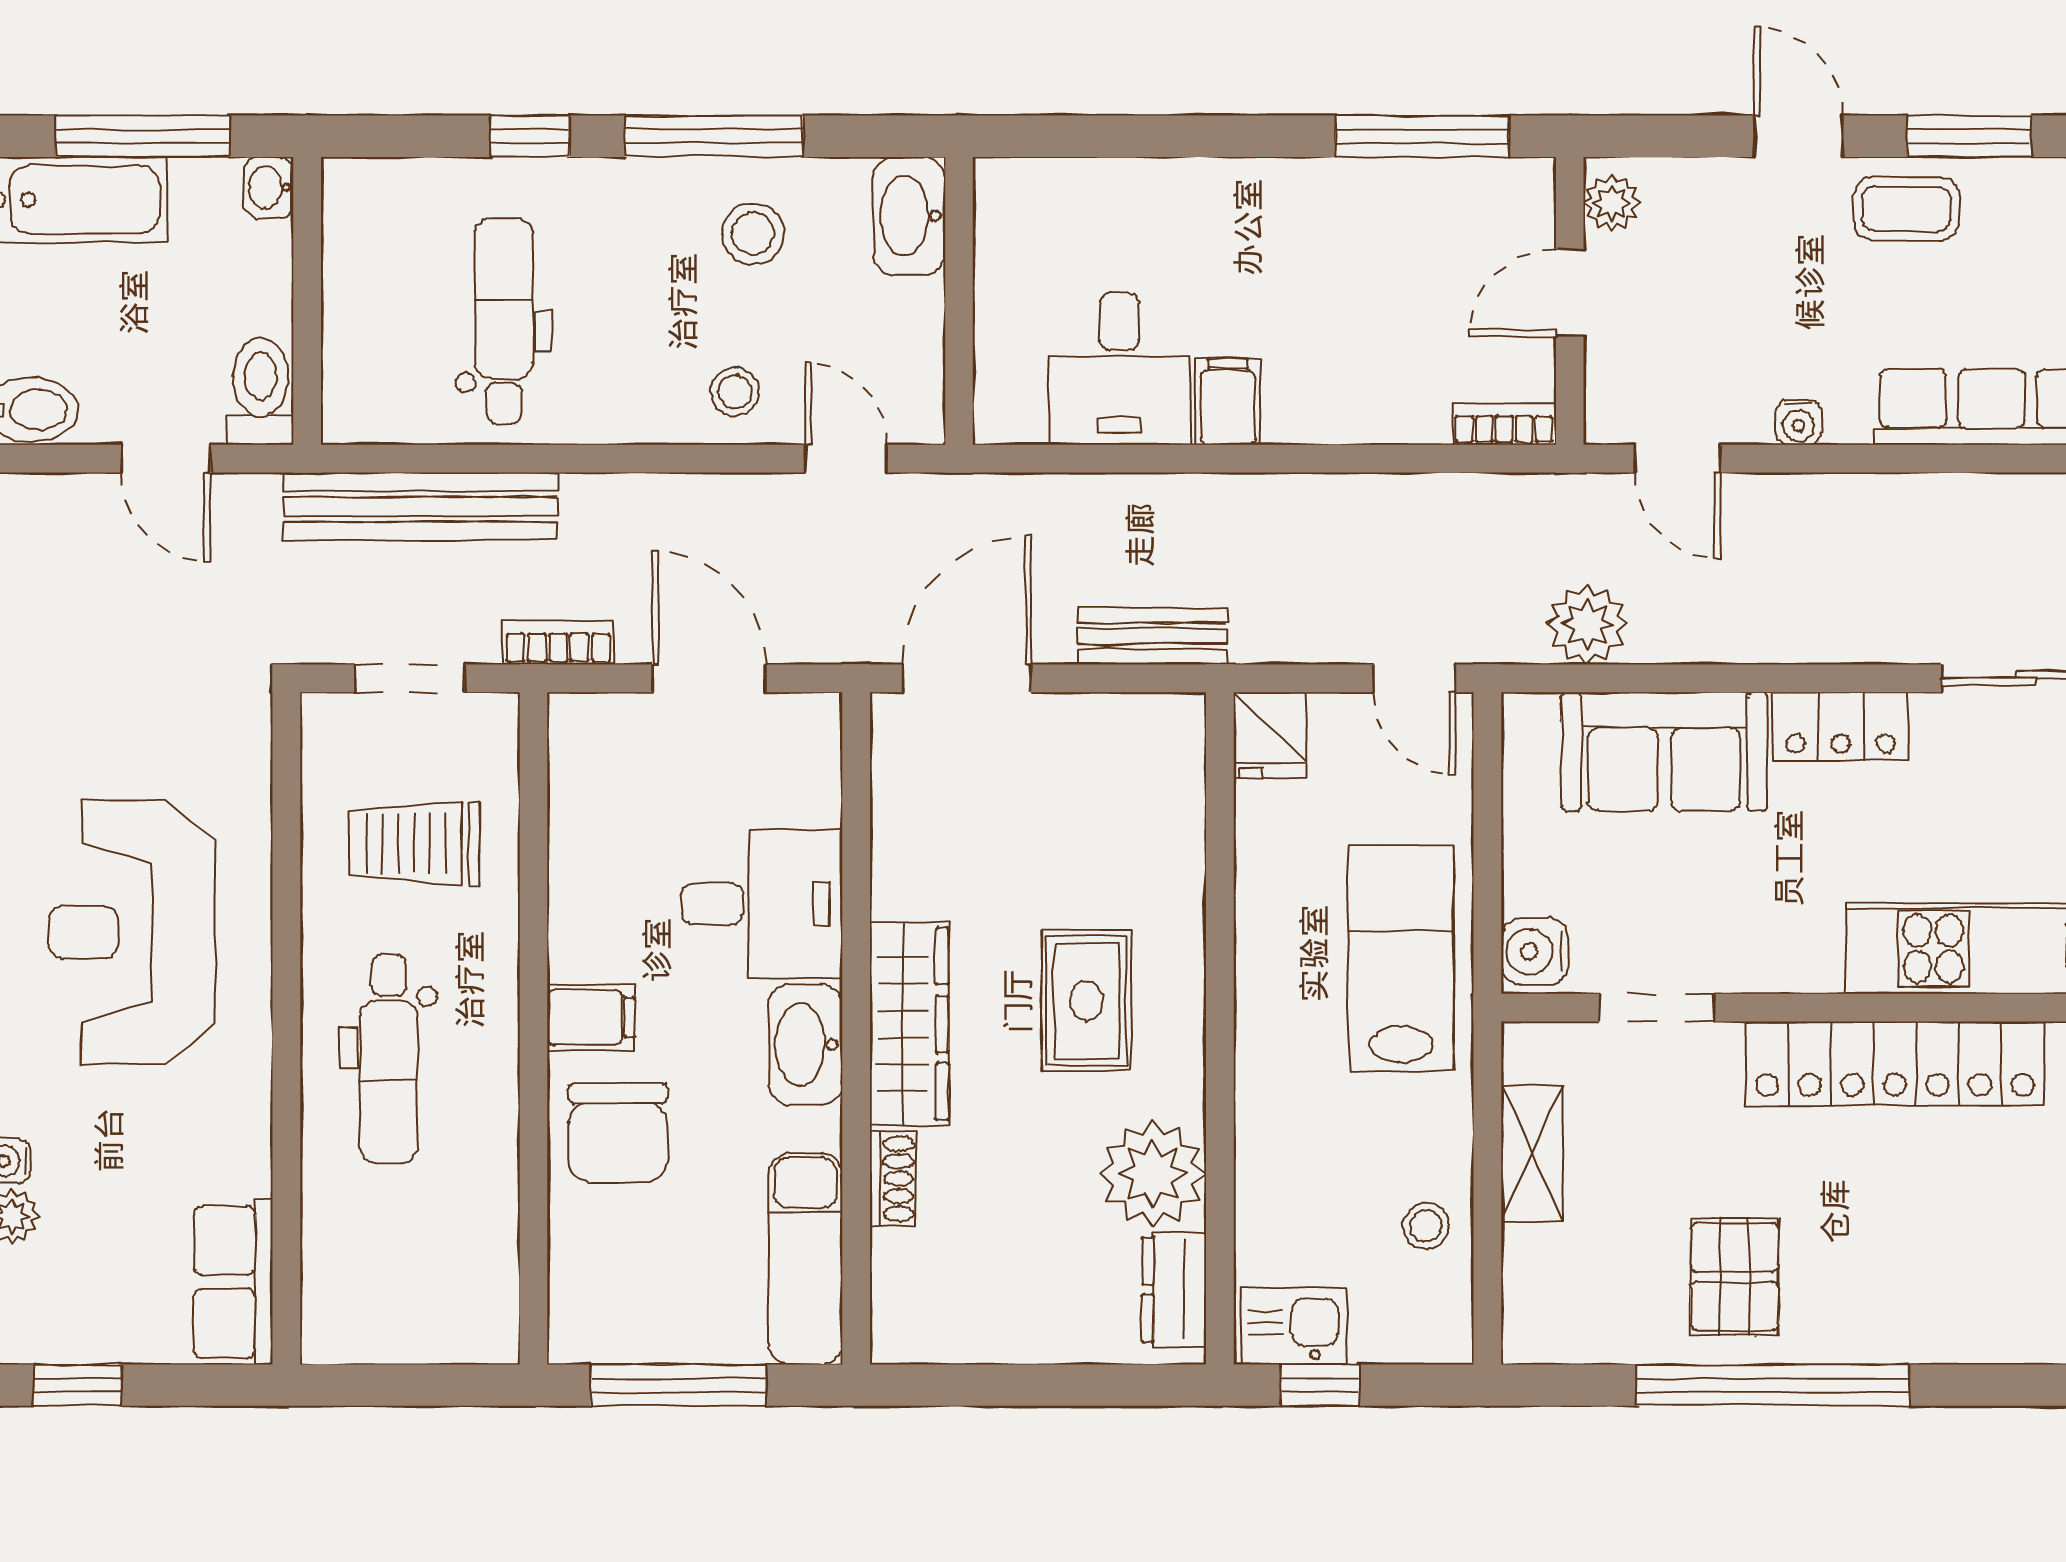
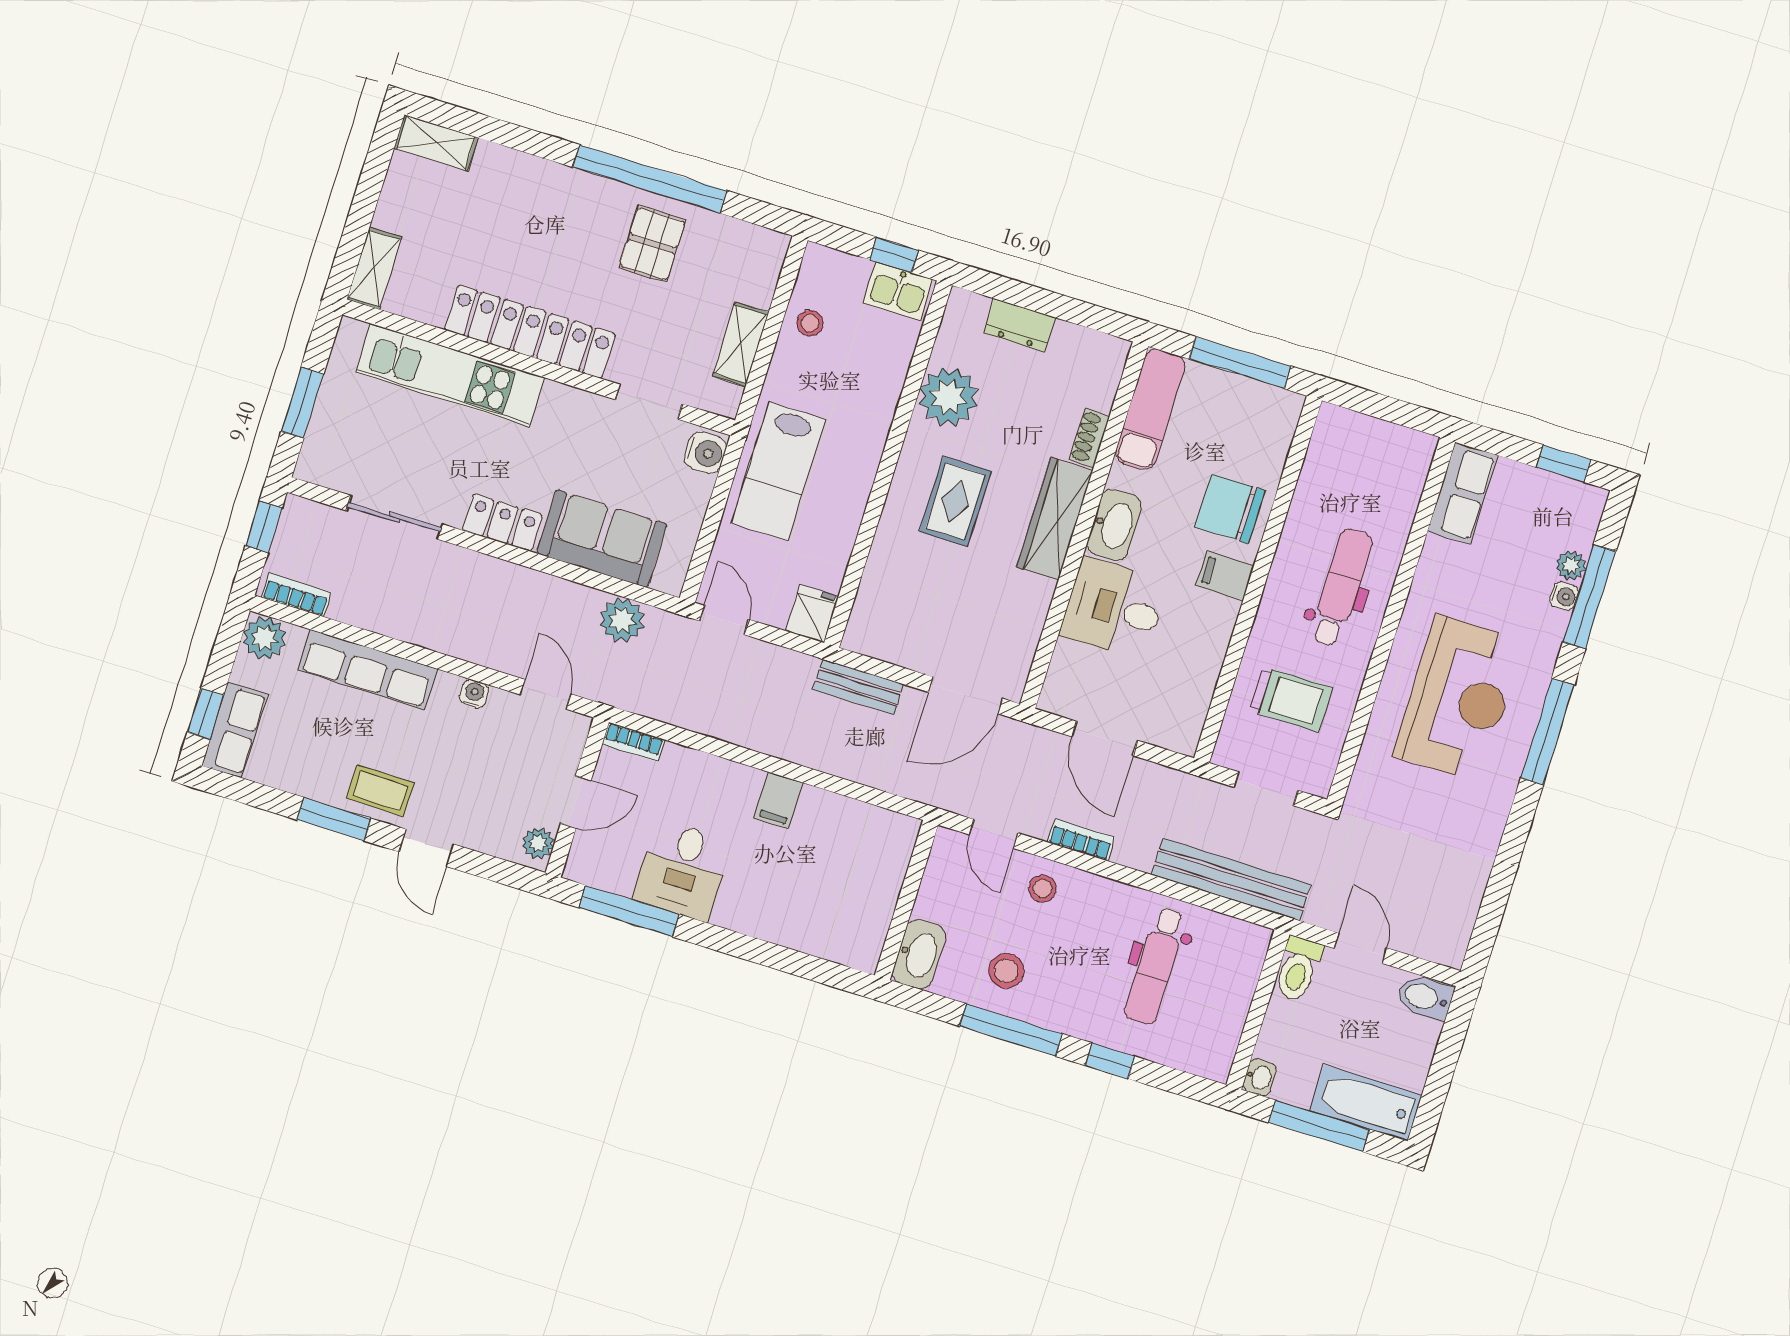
desk: (1119, 369) -> (682, 870), moved, turned 180
bookcase: (558, 642) -> (1081, 840), moved, turned 180
chair: (618, 1133) -> (1230, 509), turned -90
dresser: (1174, 1290) -> (1020, 325), moved, turned 90

